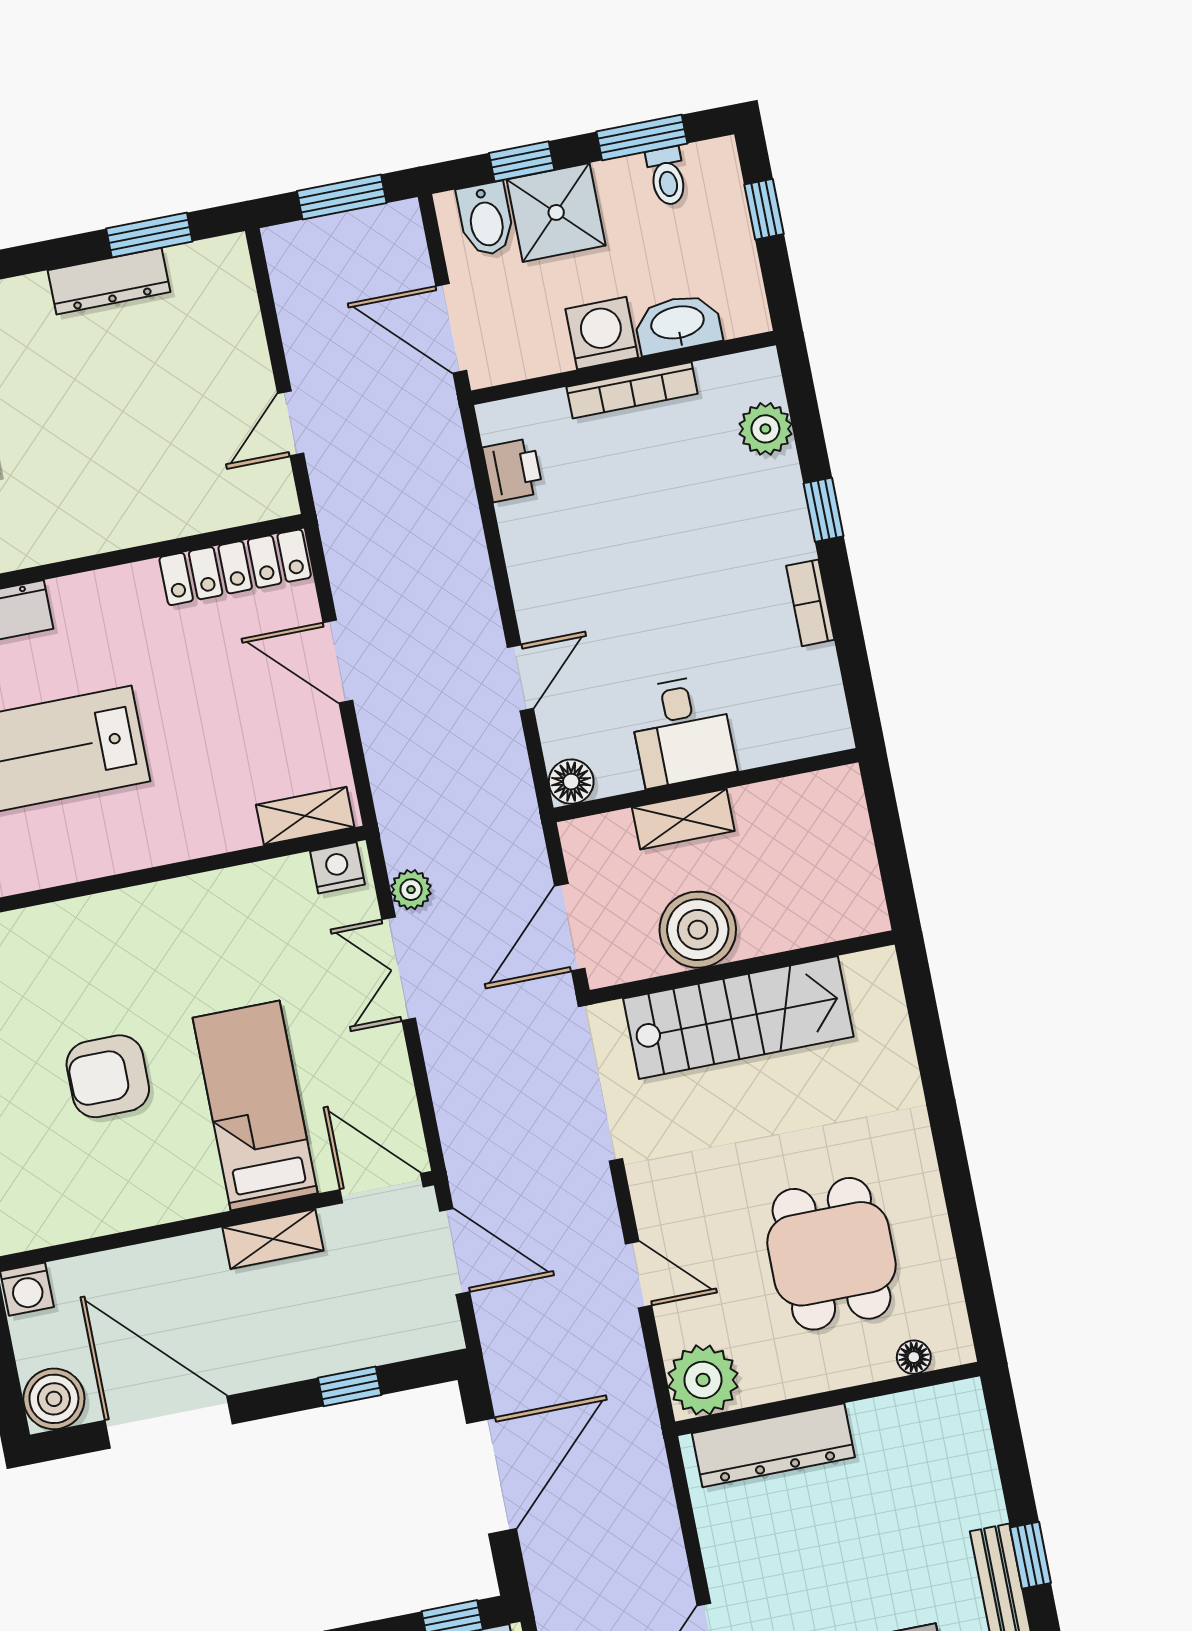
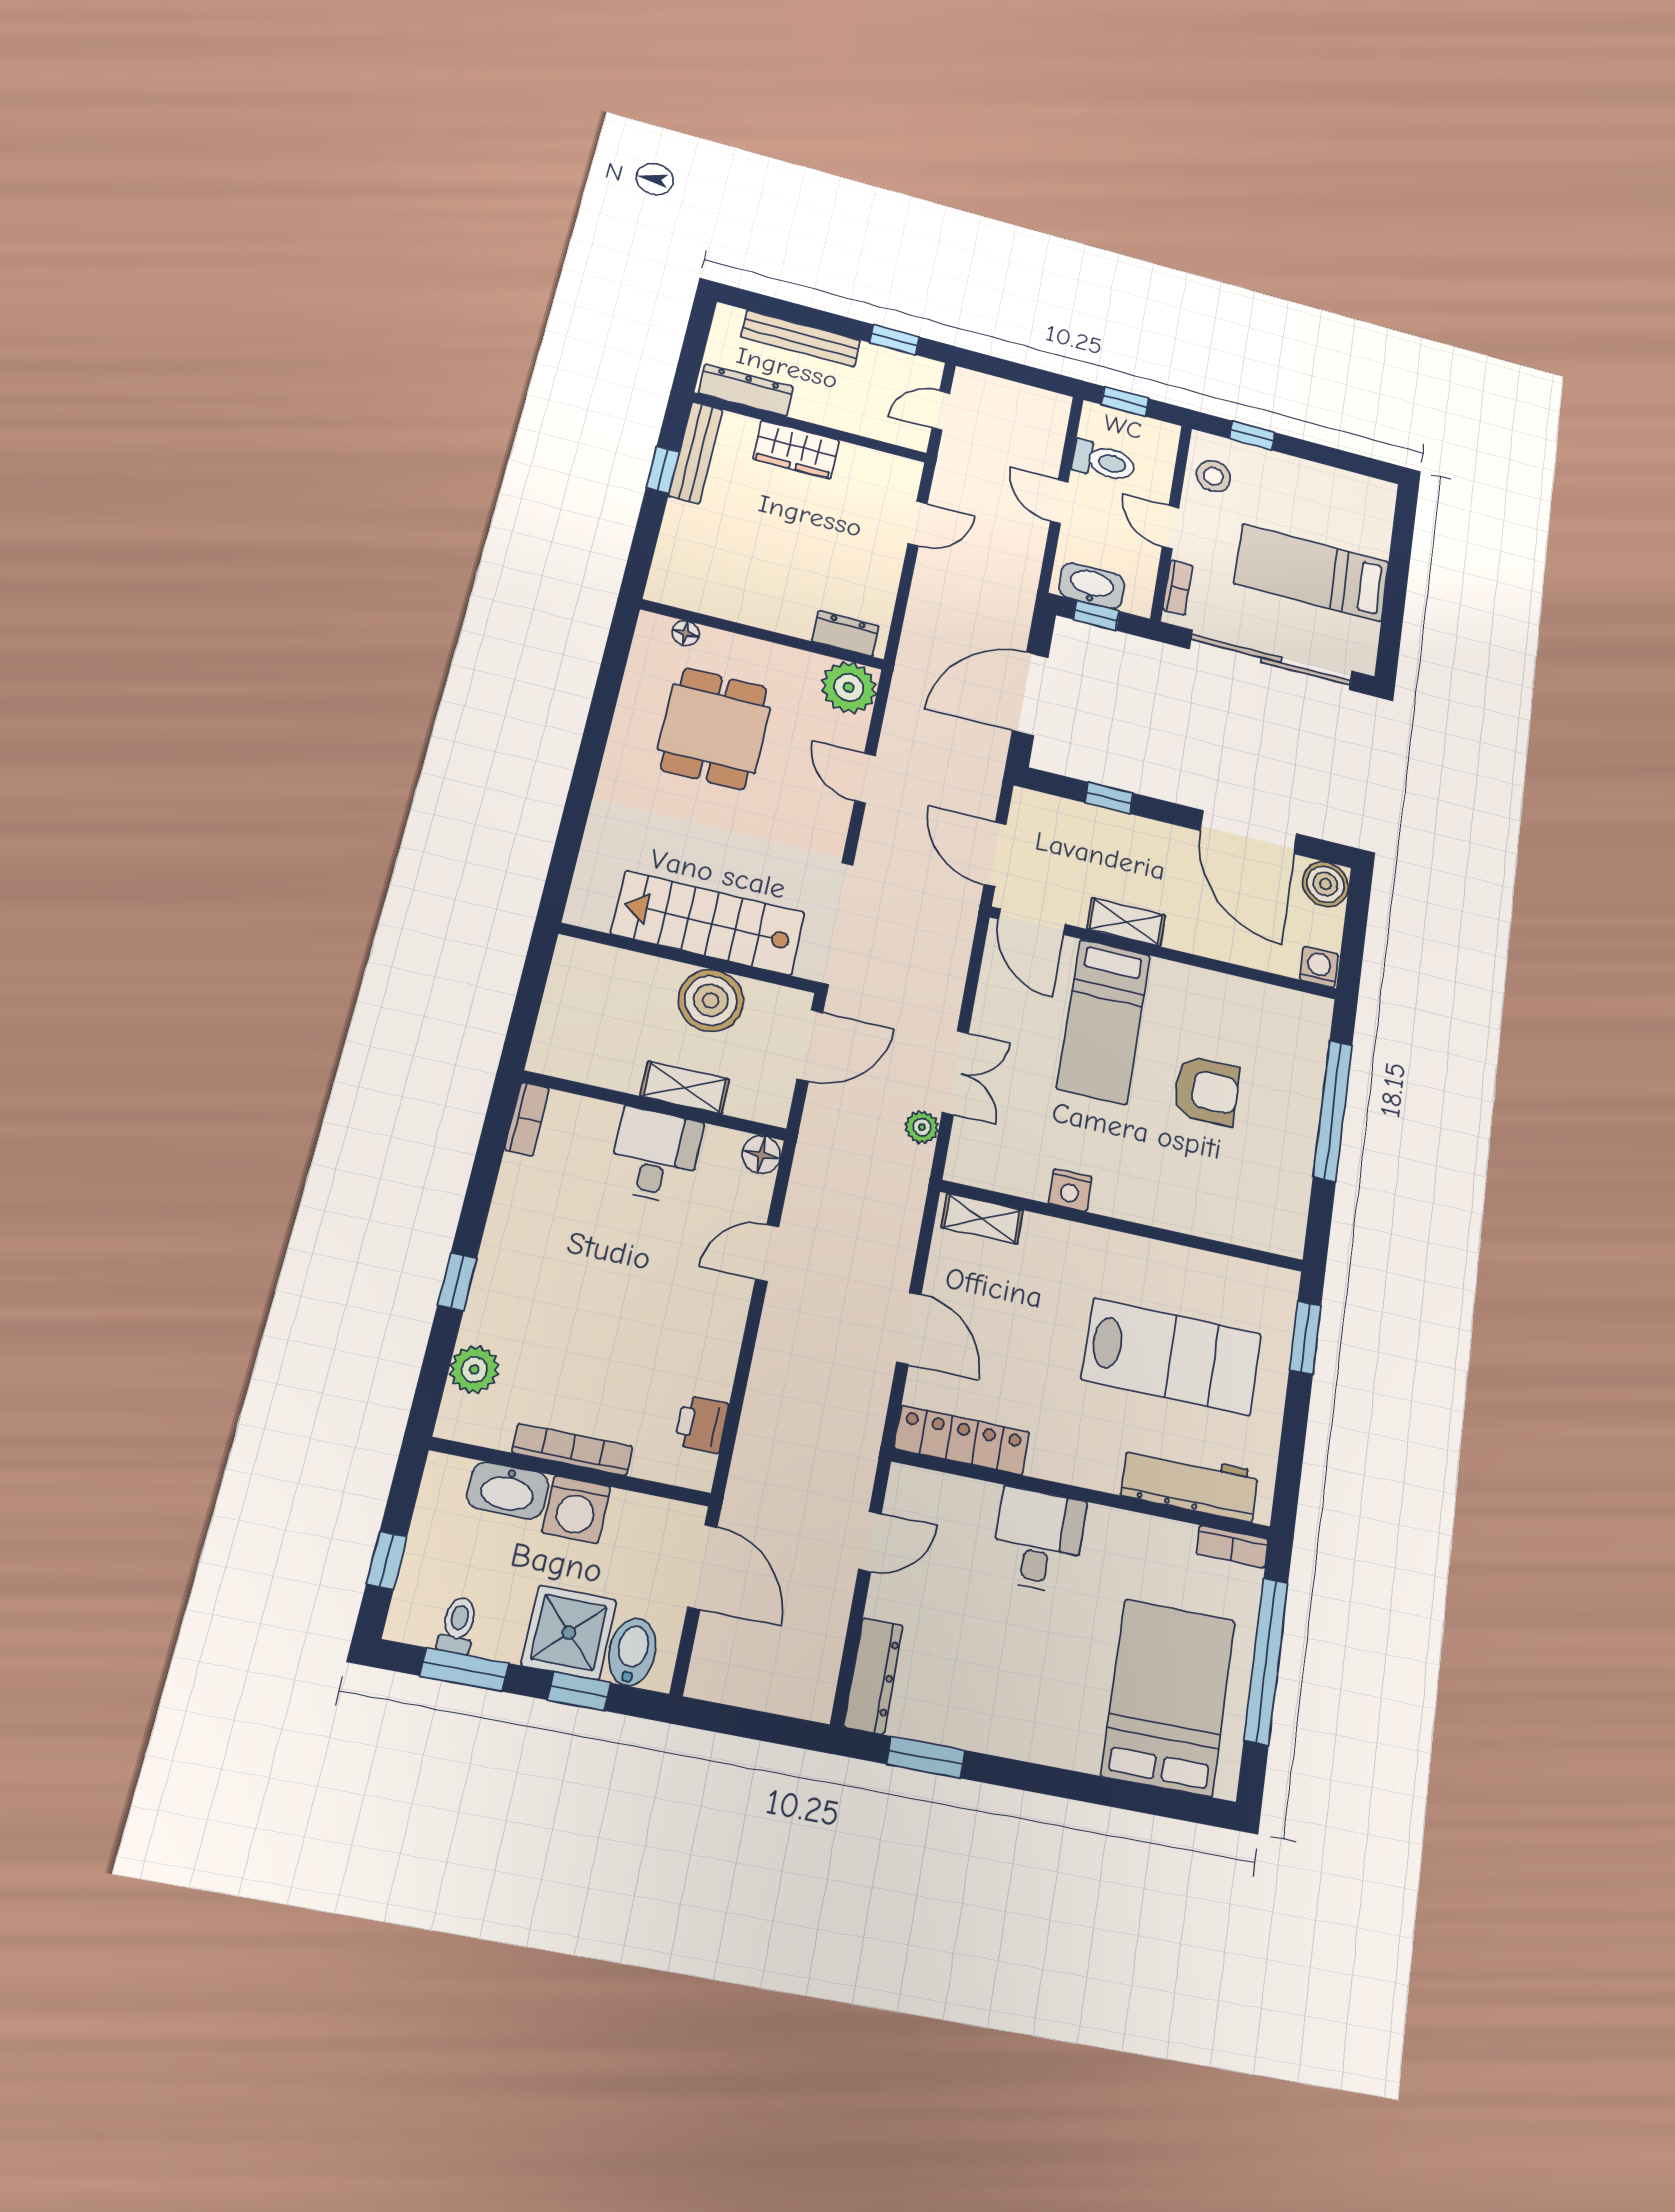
window: (342, 197) -> (748, 1724), removed
dresser: (109, 281) -> (873, 1676), moved, turned 90
desk: (114, 497) -> (1038, 1540), added
bookcase: (810, 603) -> (527, 1119), moved
nightstand: (337, 868) -> (1070, 1190), moved
dresser: (773, 1445) -> (845, 634), width x0.51, depth x0.80

